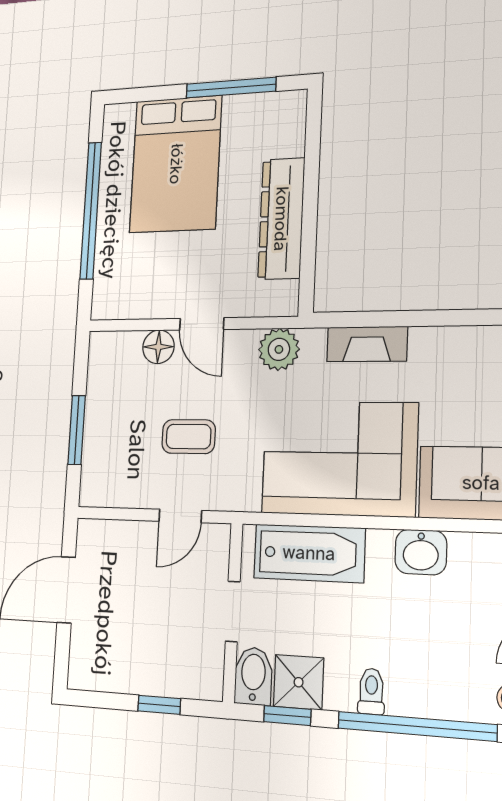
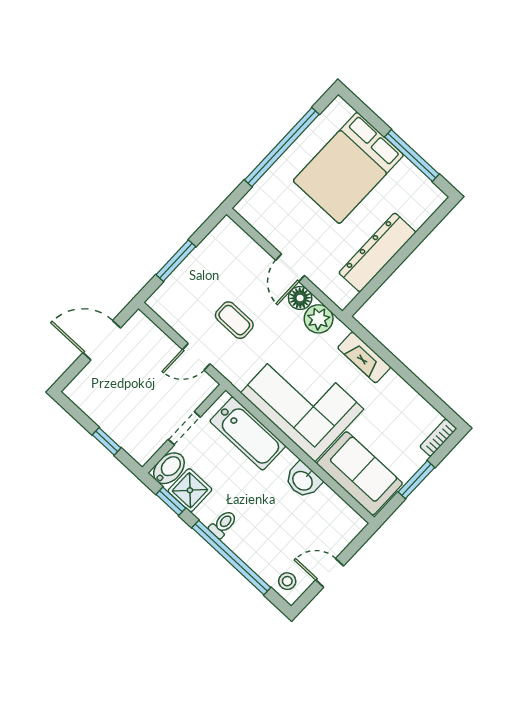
floor lamp: (158, 347) -> (300, 298), moved

